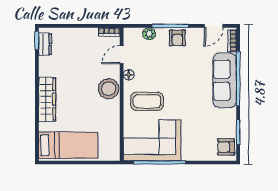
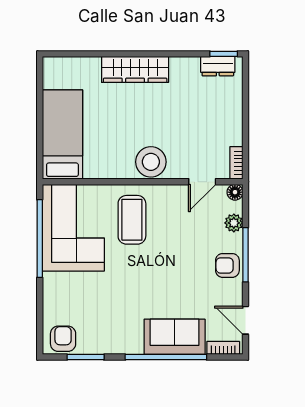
door: (122, 55) -> (202, 182), swing flipped
floor lamp: (129, 75) -> (235, 192), moved
sofa: (225, 80) -> (175, 337), width x0.73
bed: (68, 145) -> (62, 134), moved, turned 180

